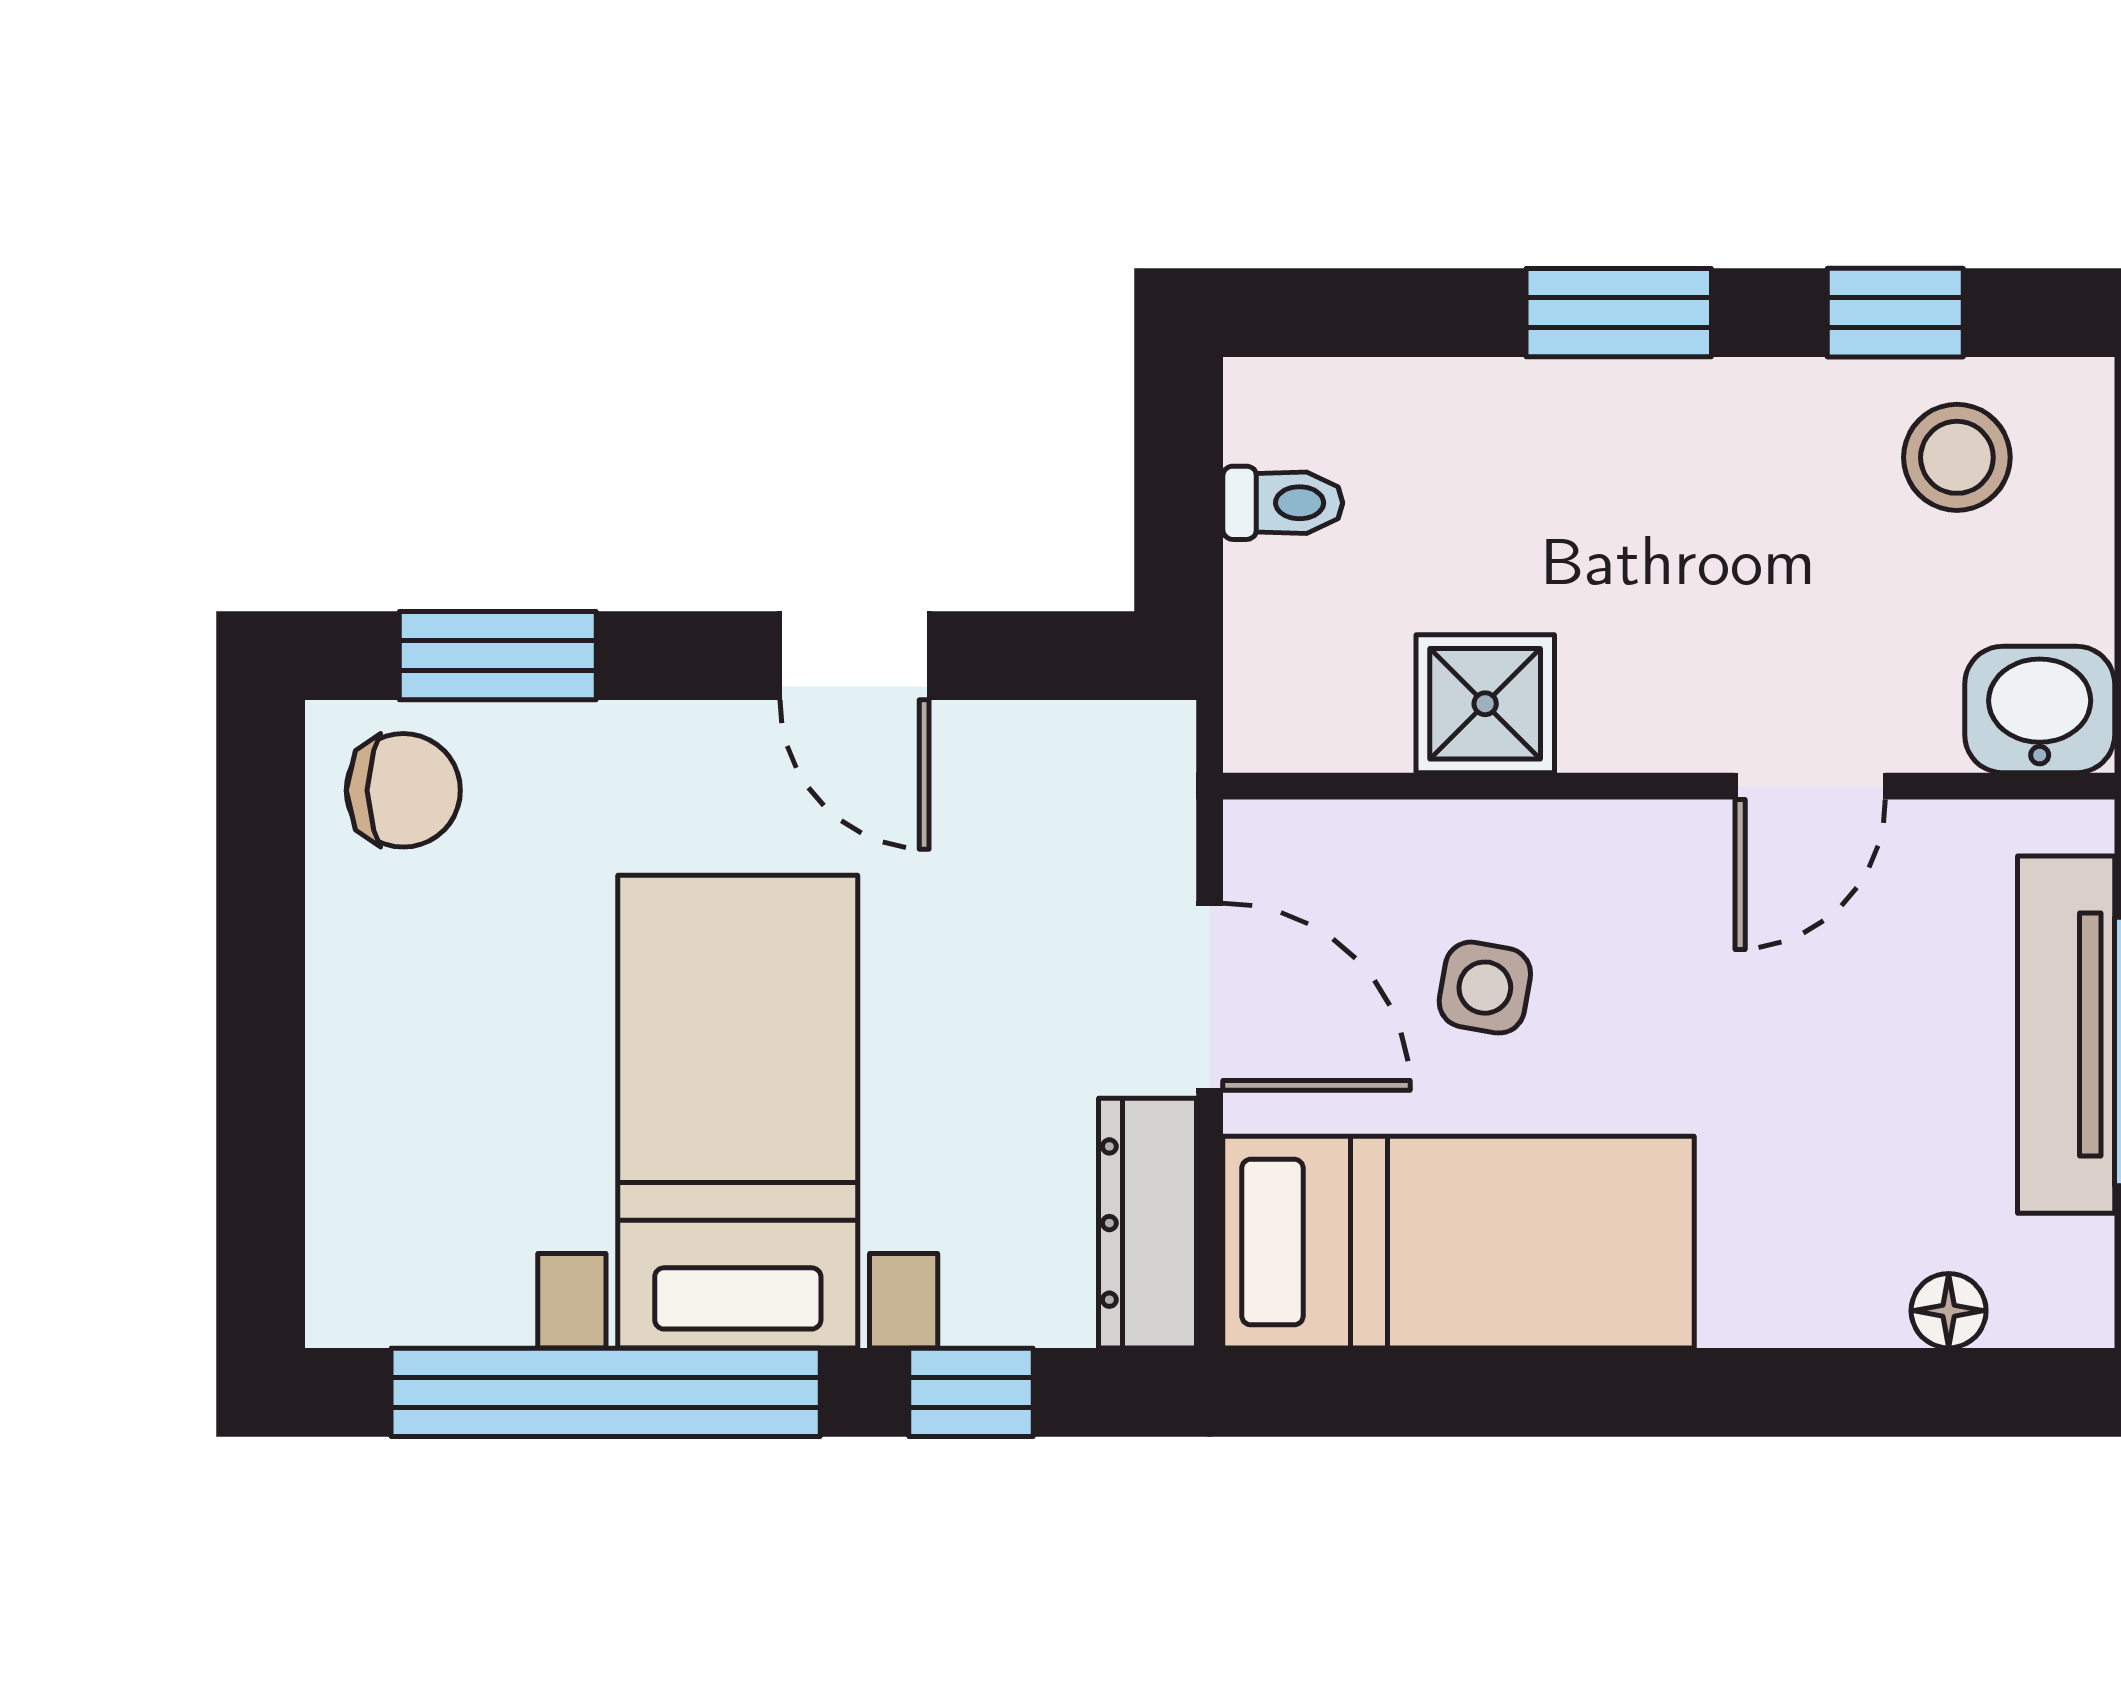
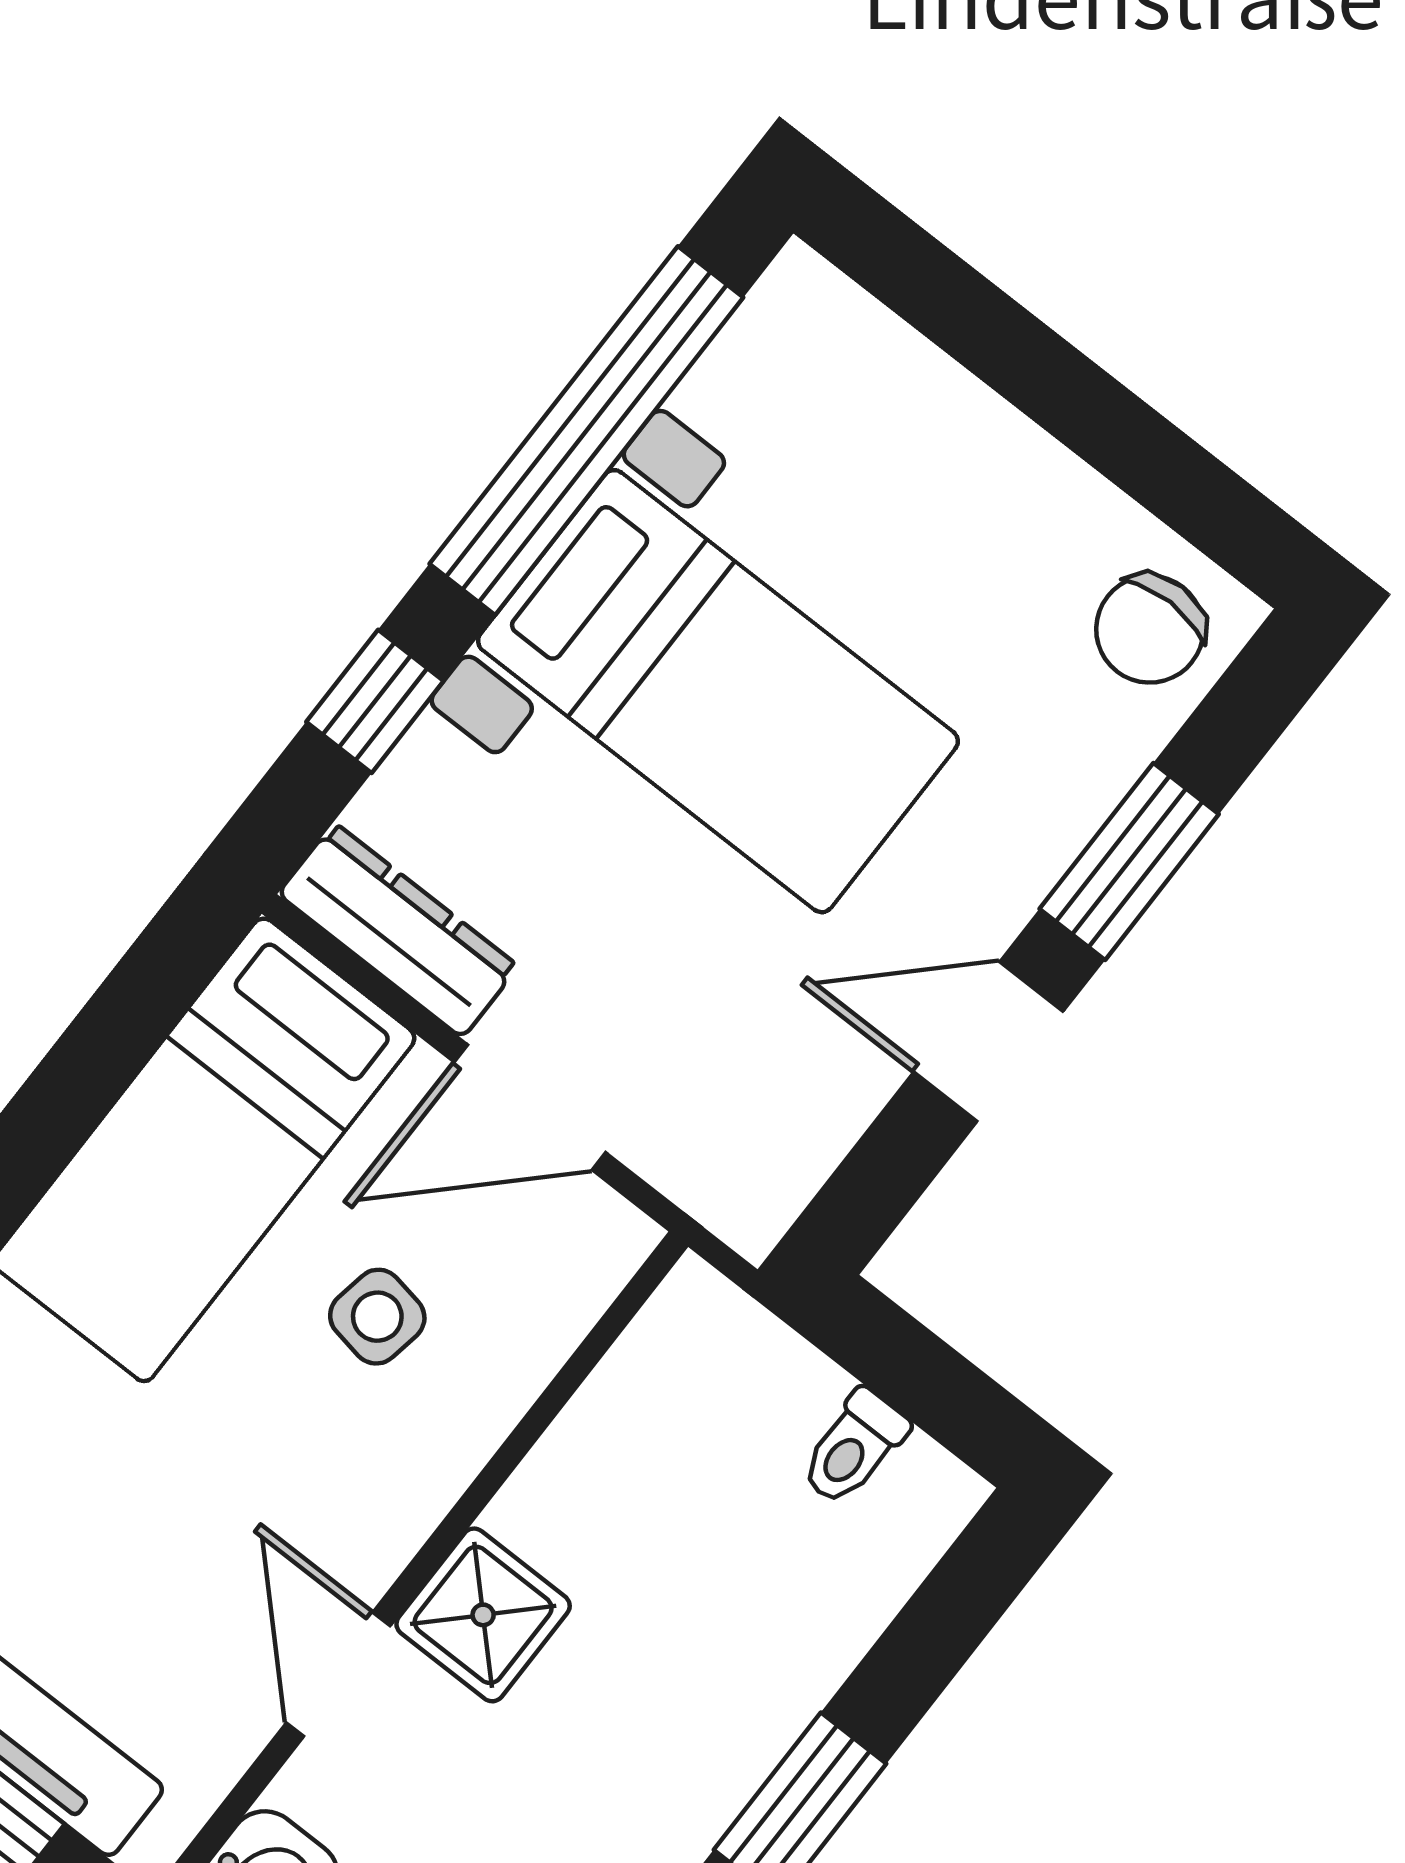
window: (498, 656) -> (1129, 861), moved
shower: (1485, 704) -> (483, 1615), moved

